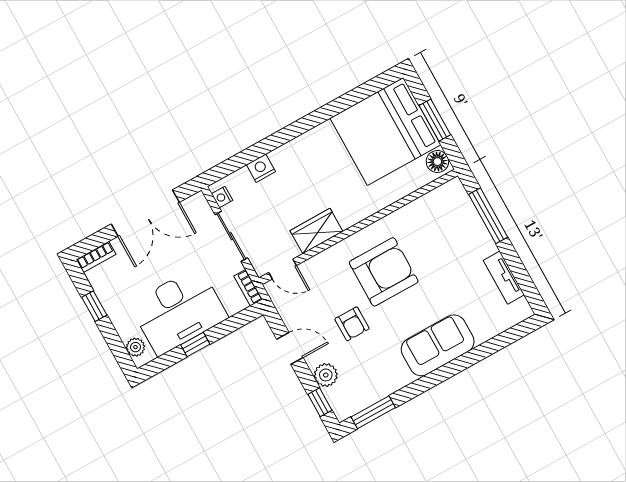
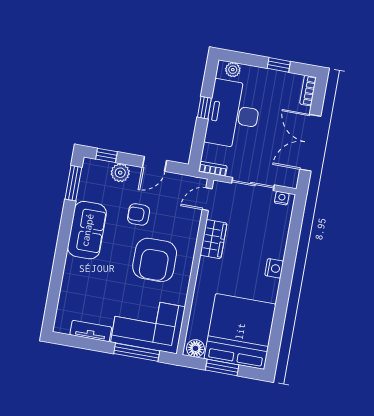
nightstand: (261, 168) -> (274, 268), moved
corner sofa: (452, 227) -> (148, 324), added
sofa: (438, 345) -> (87, 230), moved

